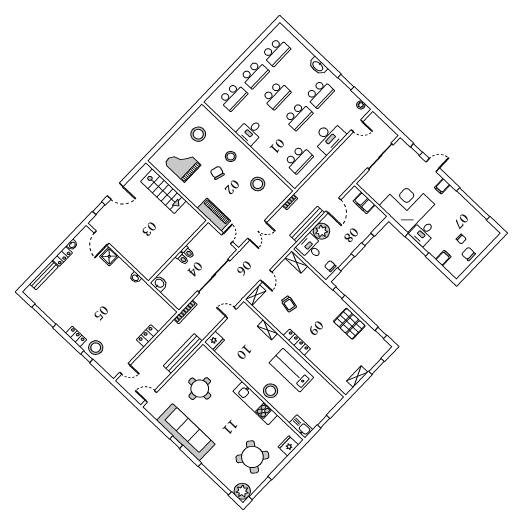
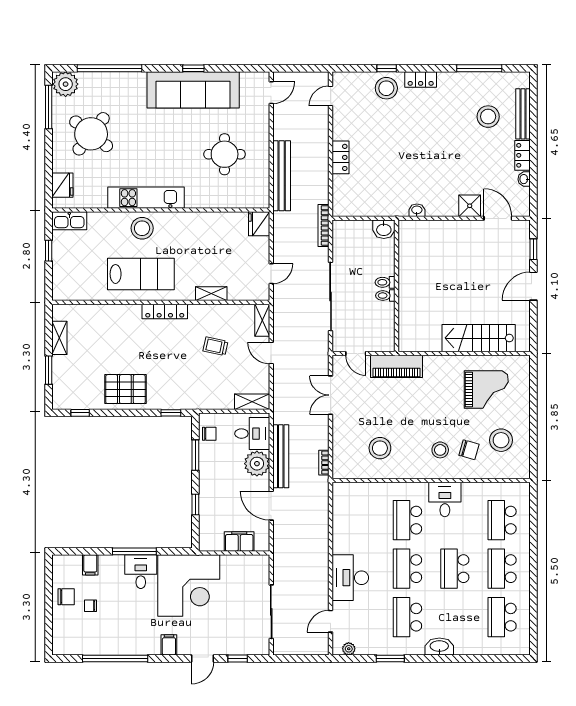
school desk: (299, 159) -> (408, 520), moved
chair: (217, 173) -> (469, 450), moved
stool: (61, 290) -> (488, 117), added

